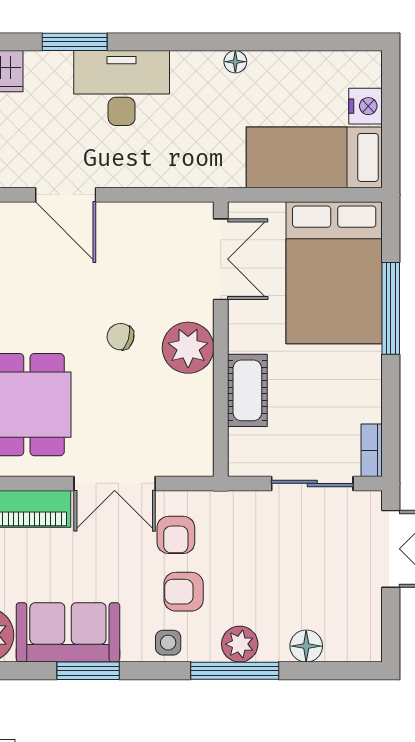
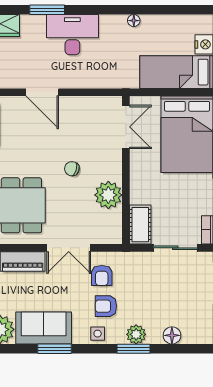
plant: (188, 348) -> (108, 195), moved
cot: (247, 390) -> (140, 225), moved
window: (235, 671) -> (133, 349), width x0.69

